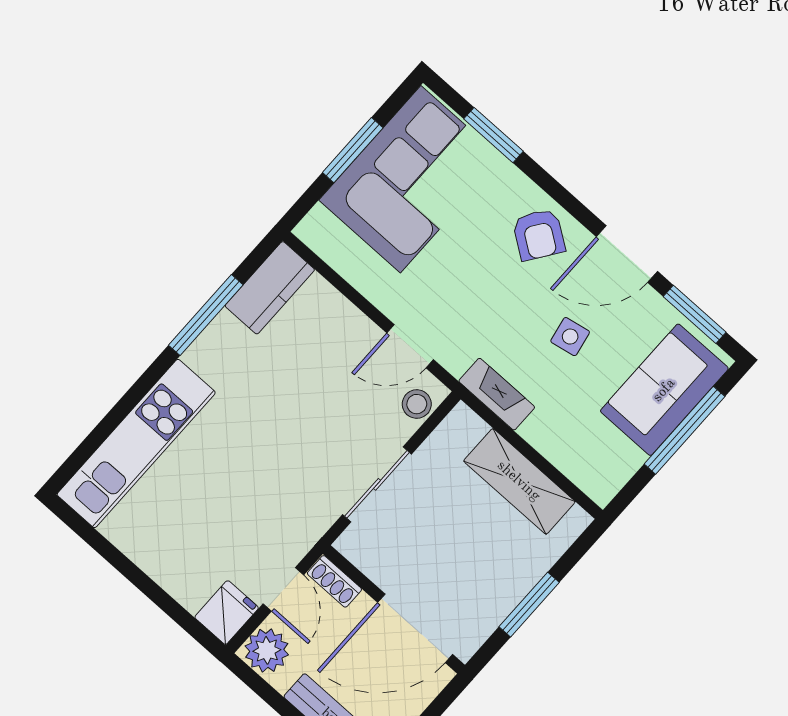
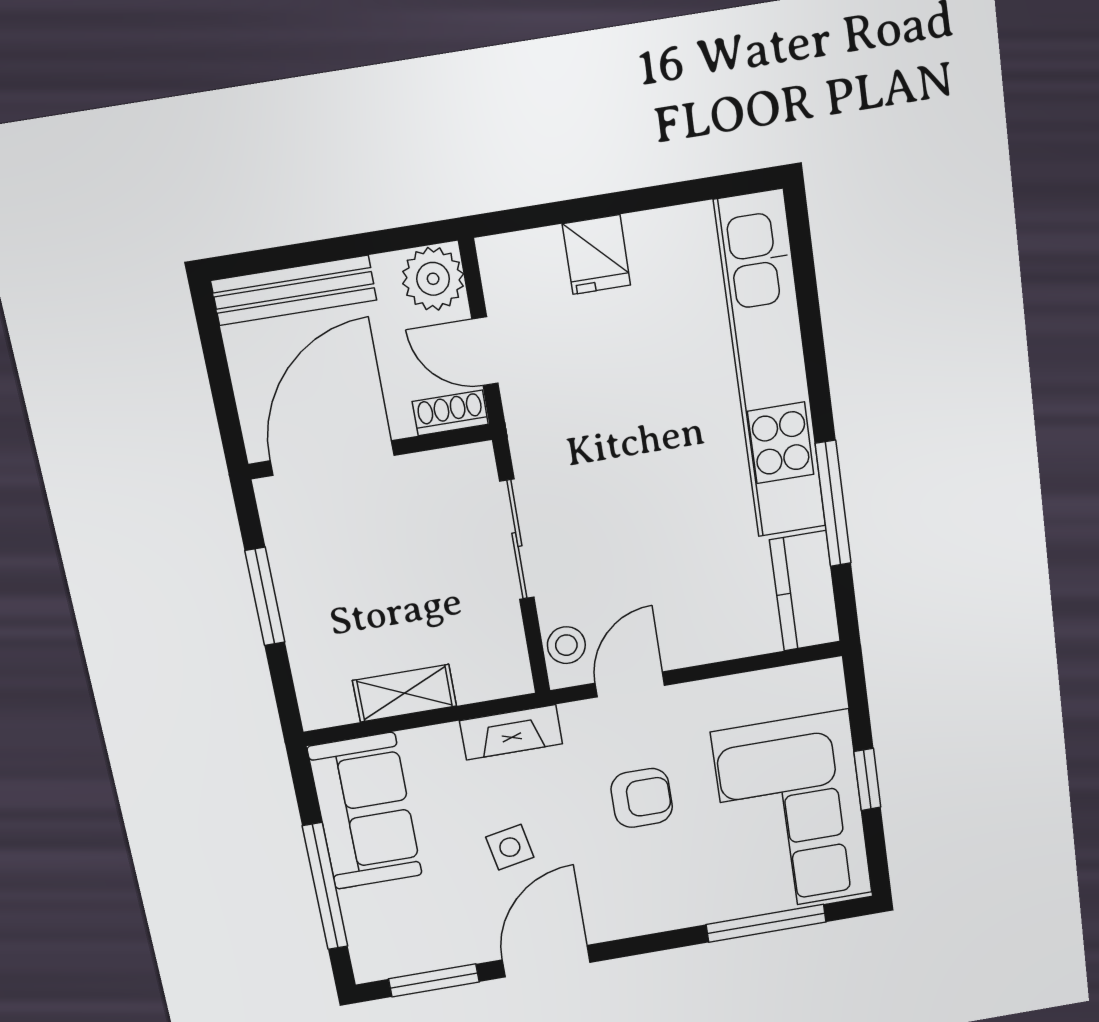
window: (493, 135) -> (766, 923), width x1.44
window: (353, 150) -> (867, 779), width x0.67
armchair: (539, 235) -> (642, 798), moved, turned 145
sofa: (664, 390) -> (365, 811), moved
kitchen unit: (136, 443) -> (771, 366), width x1.36
shelving: (519, 481) -> (405, 693), width x0.67, depth x0.75
fridge: (227, 613) -> (596, 255), moved

